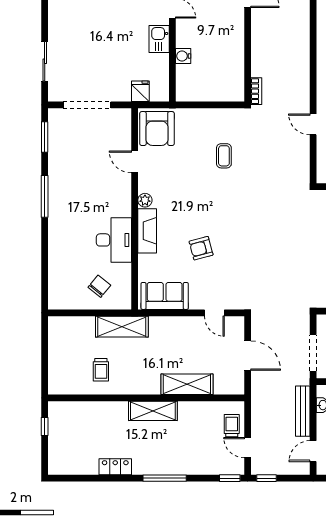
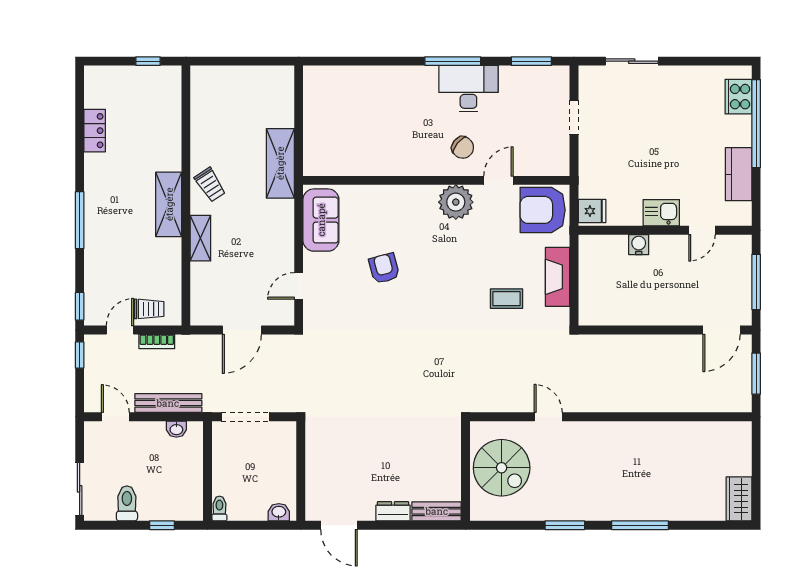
fridge: (140, 91) -> (592, 211), moved
bookcase: (256, 91) -> (157, 342), moved
doorway: (87, 105) -> (574, 117), width x0.53
door: (313, 124) -> (548, 417), hinge flipped
plant: (145, 200) -> (456, 202), width x1.87, depth x1.87
fireplace: (147, 231) -> (558, 277), moved, turned 90
desk: (114, 240) -> (468, 89), moved, turned 180
chair: (99, 286) -> (463, 147), moved
trolley: (101, 370) -> (210, 185), moved, turned -123
shelving: (187, 384) -> (200, 238), width x0.67, depth x0.75
locker: (115, 467) -> (95, 131), moved

